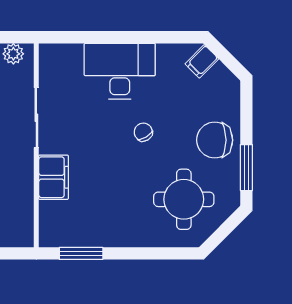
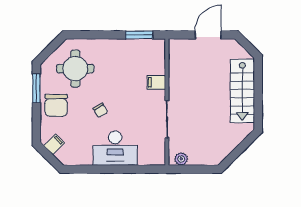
filing cabinet: (202, 61) -> (54, 144), moved
chair: (215, 140) -> (56, 105), turned 90
filing cabinet: (54, 177) -> (156, 82), width x0.50

